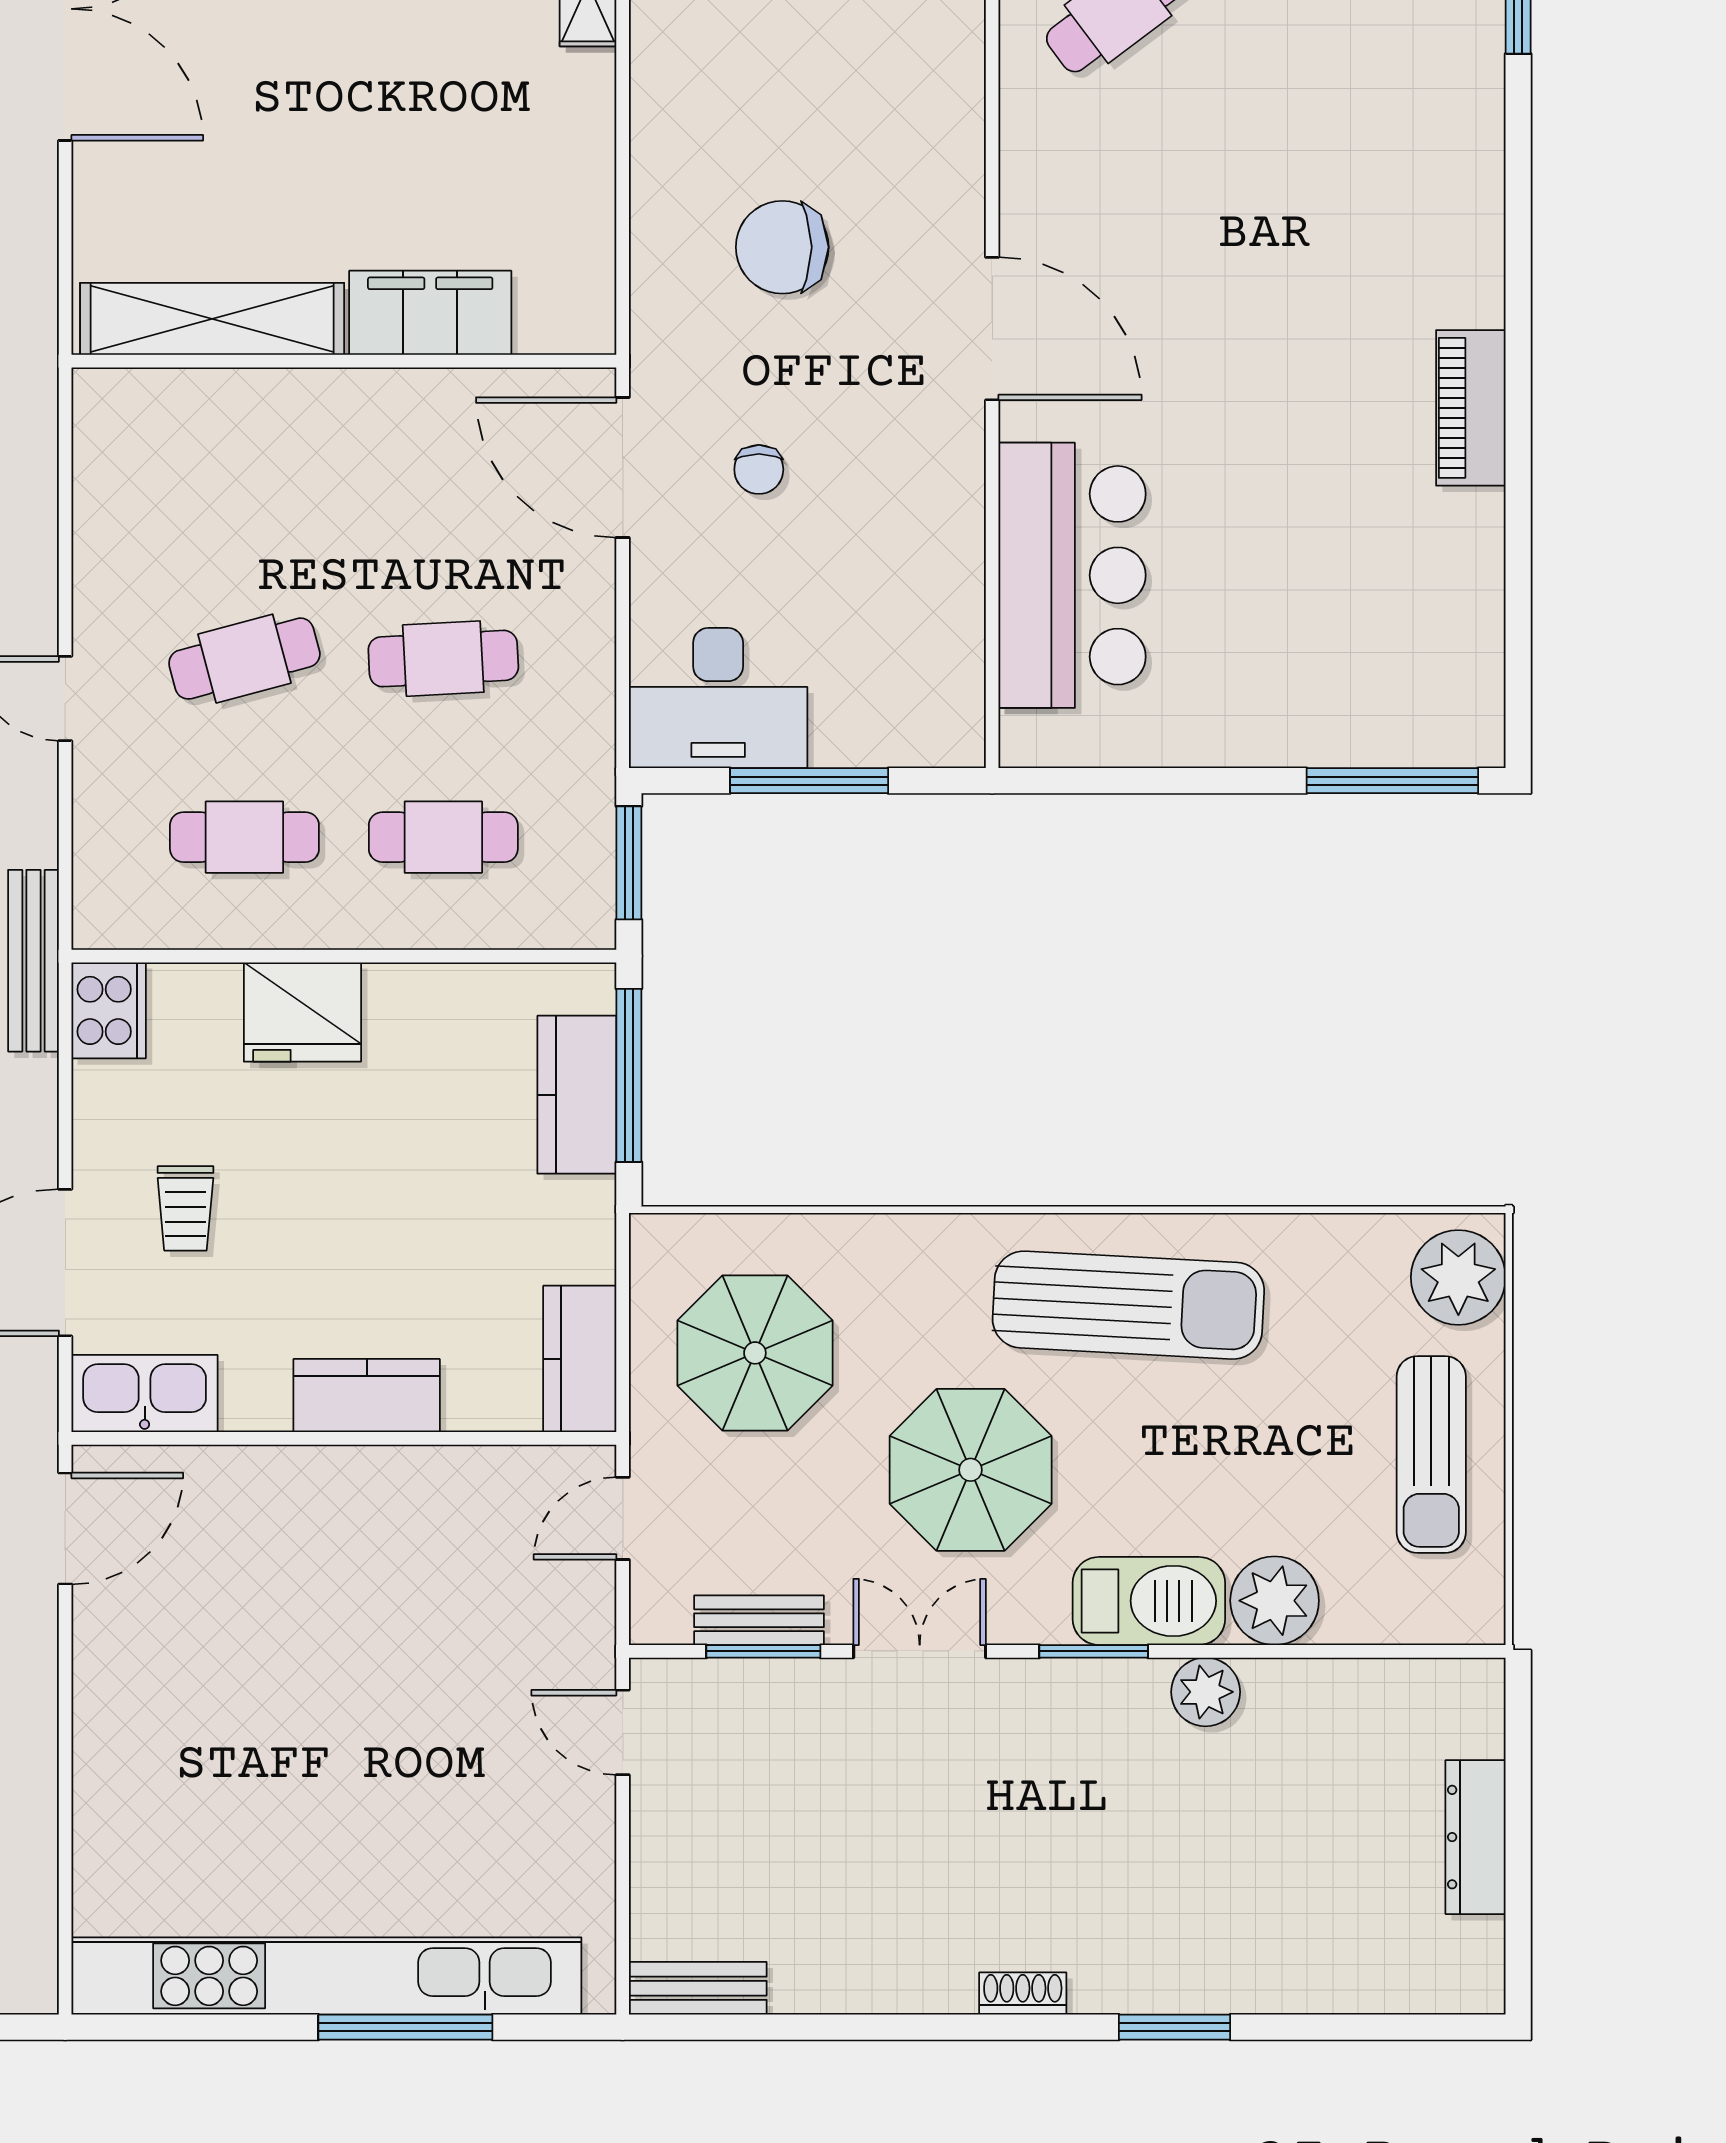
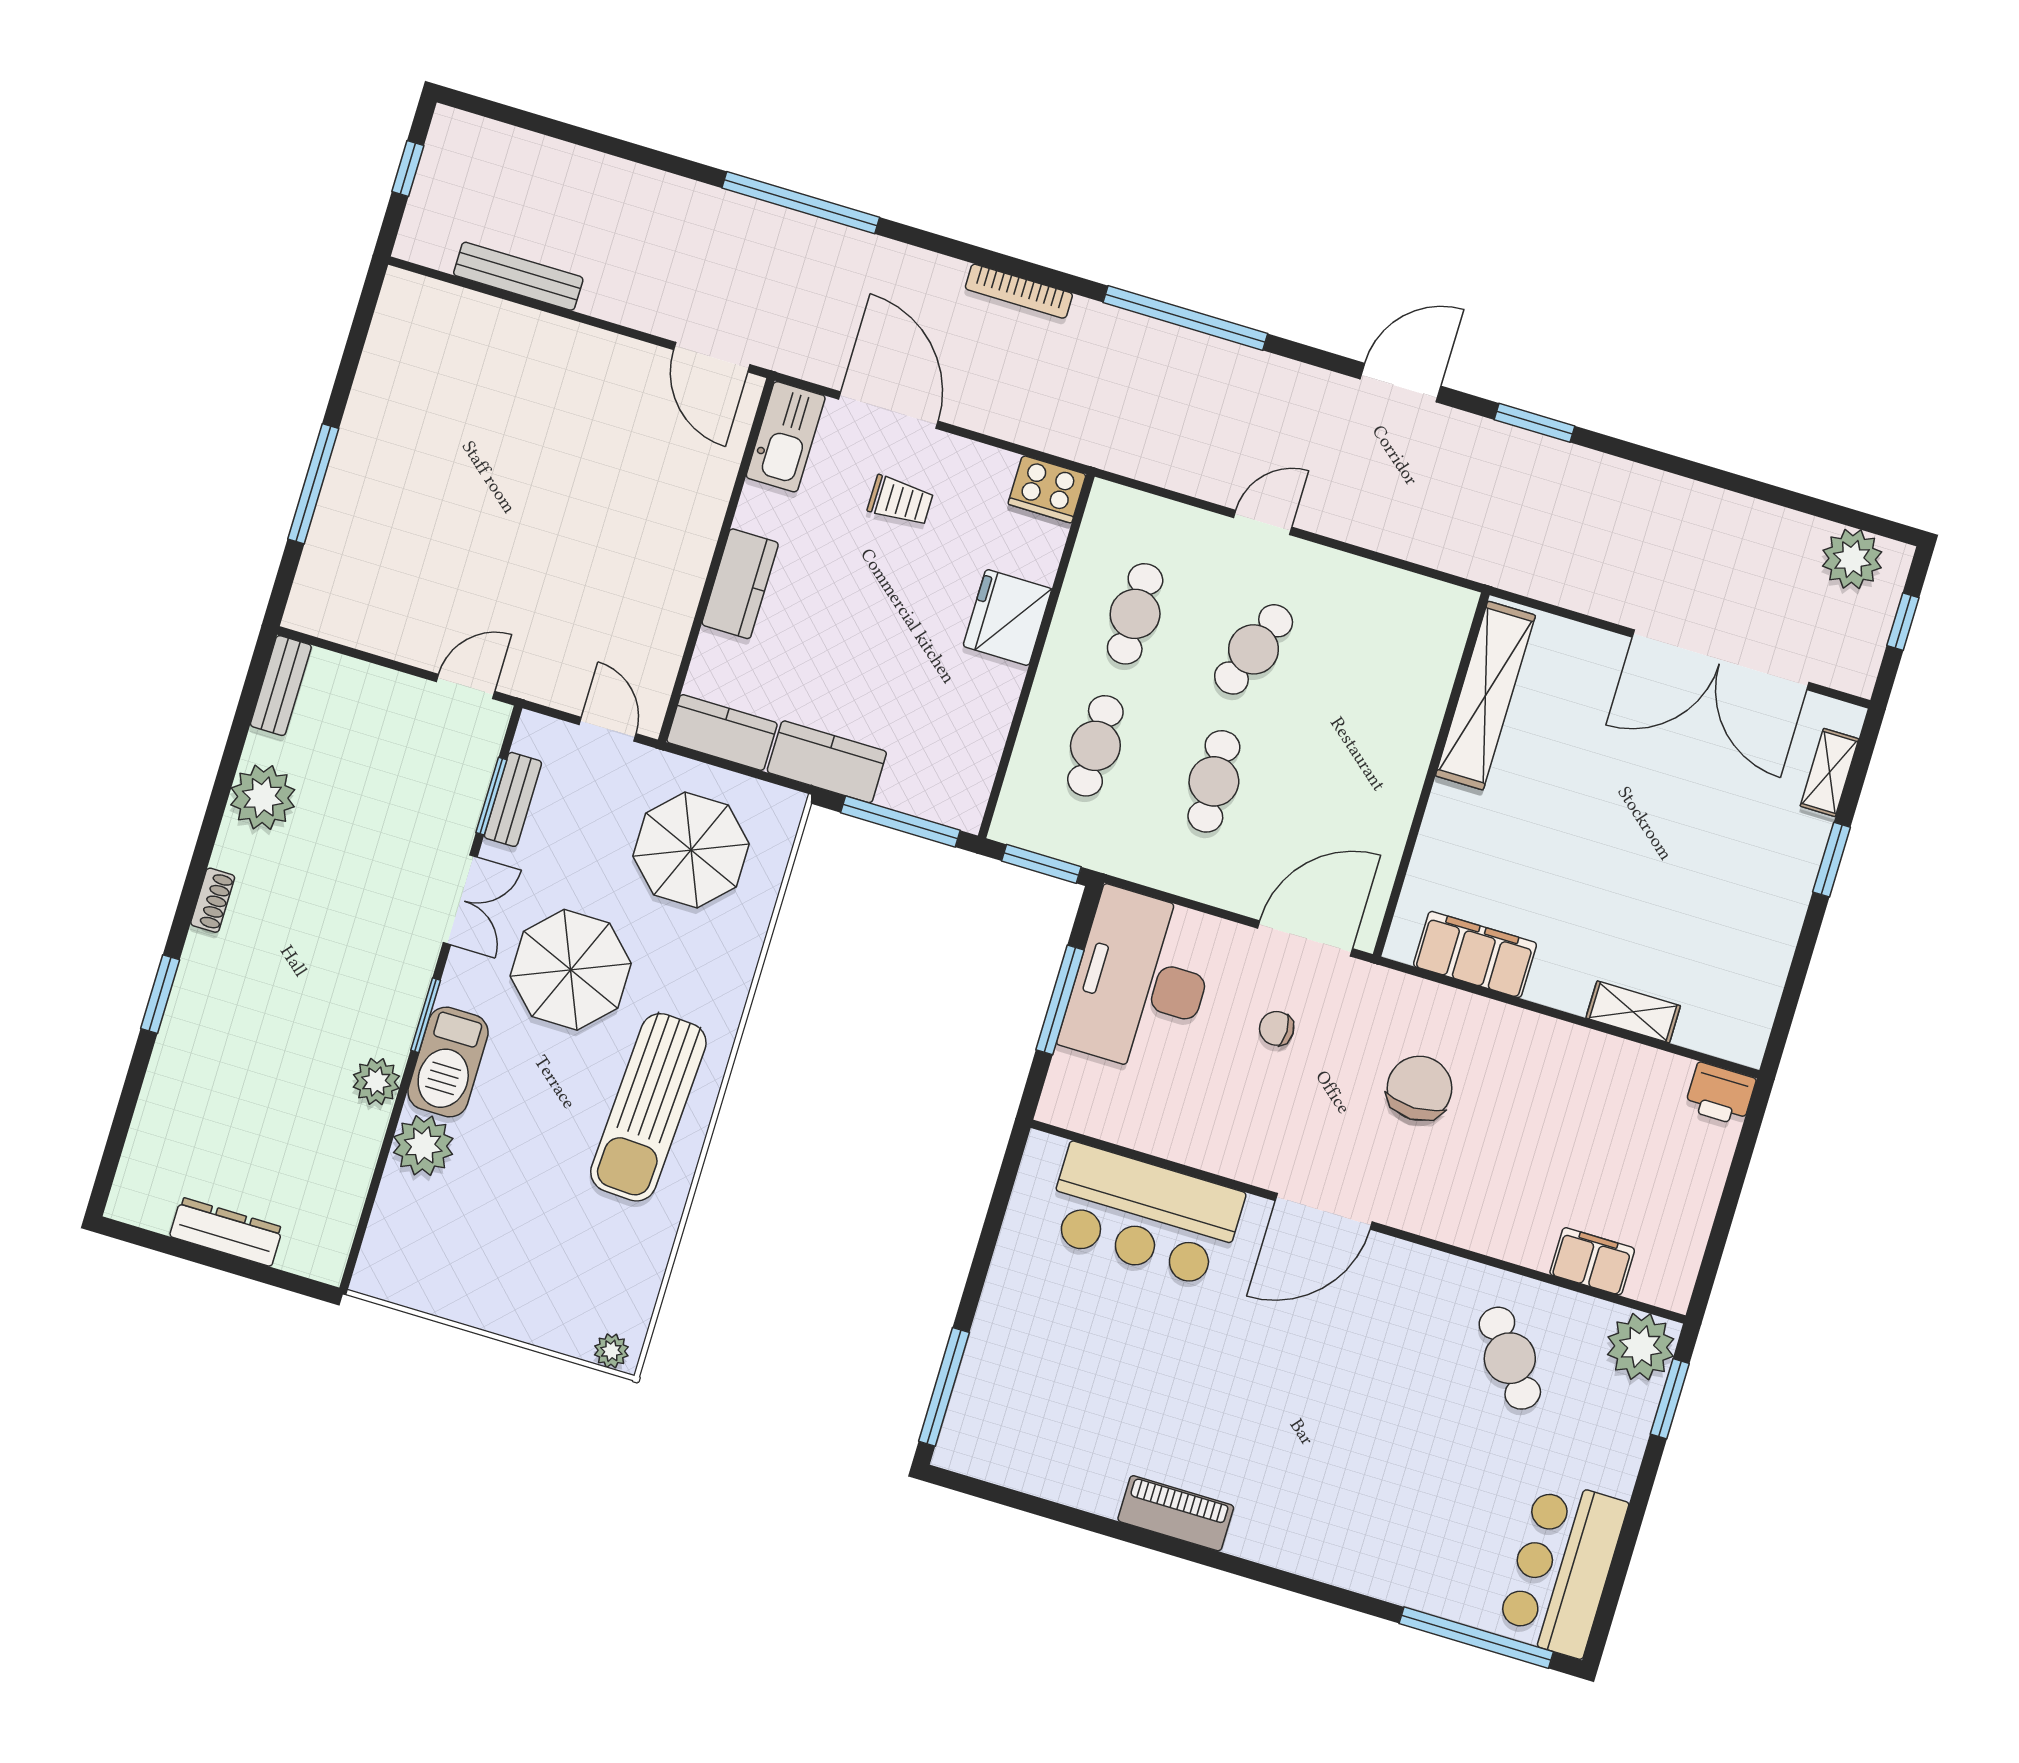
filing cabinet: (430, 313) -> (1475, 954), moved, turned -90
cafe table: (244, 659) -> (1254, 649), turned 36
desk: (718, 698) -> (1140, 982), width x1.36, depth x1.30
bench: (33, 961) -> (518, 276), moved
kitchen counter: (577, 1095) -> (827, 762), moved
trolley: (185, 1208) -> (900, 501), turned 180
plant: (1458, 1277) -> (611, 1351), width x0.53, depth x0.53
sun lounger: (1431, 1454) -> (489, 1279), removed
plant: (860, 1967) -> (263, 797), added
kitchen unit: (326, 1976) -> (363, 442), removed

